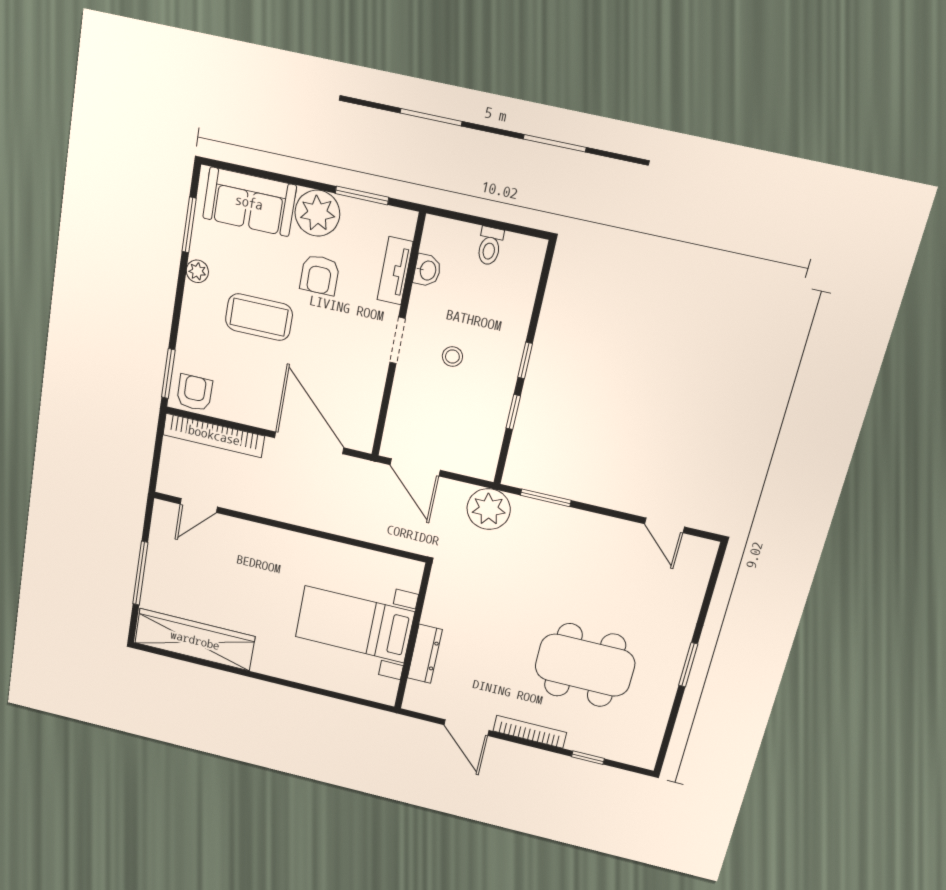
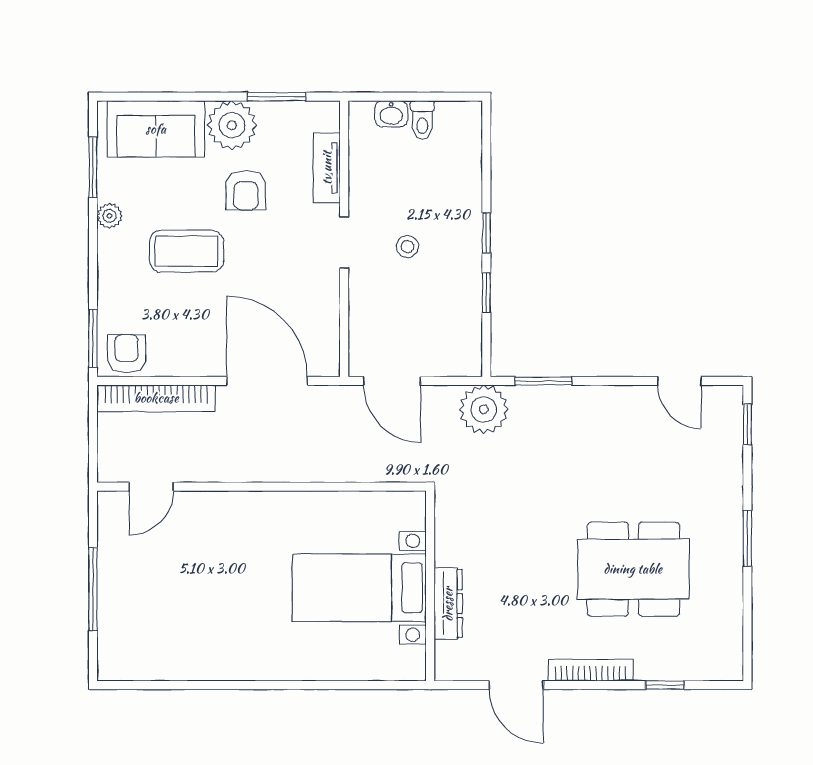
washbasin: (427, 270) -> (391, 114), moved, turned 90
window: (714, 575) -> (747, 424), added
wardrobe: (195, 640) -> (171, 658), removed

